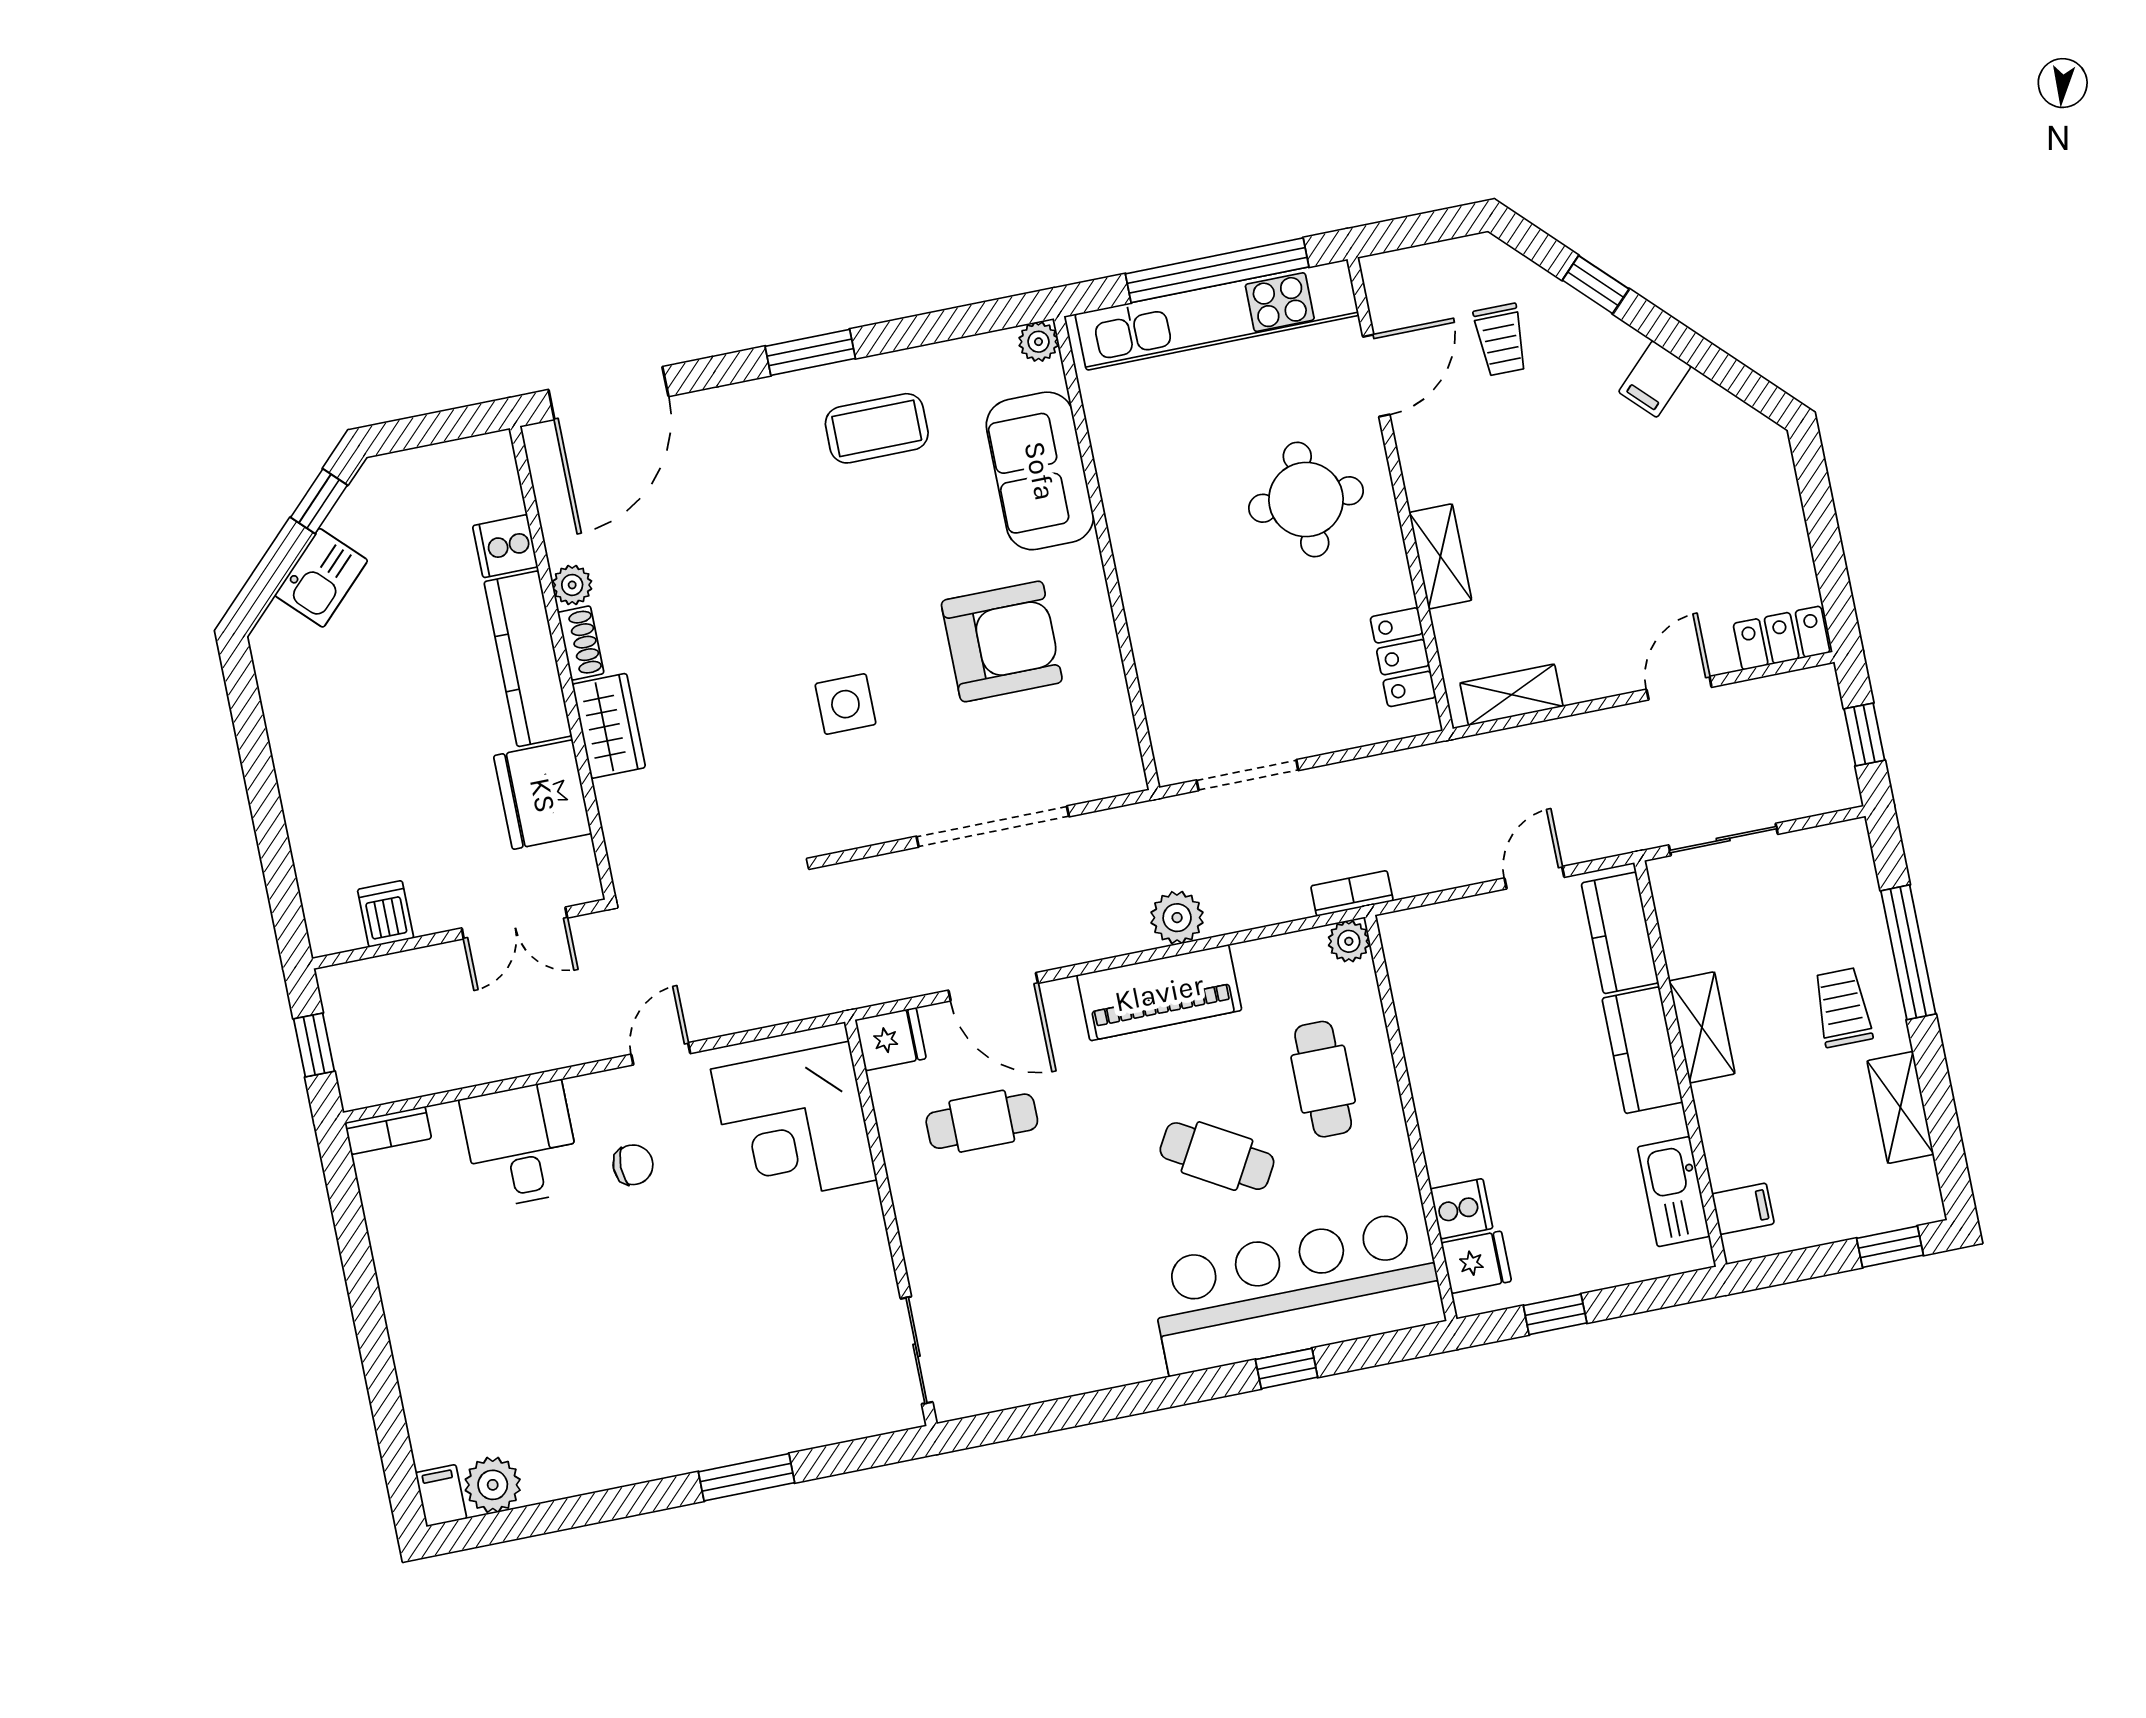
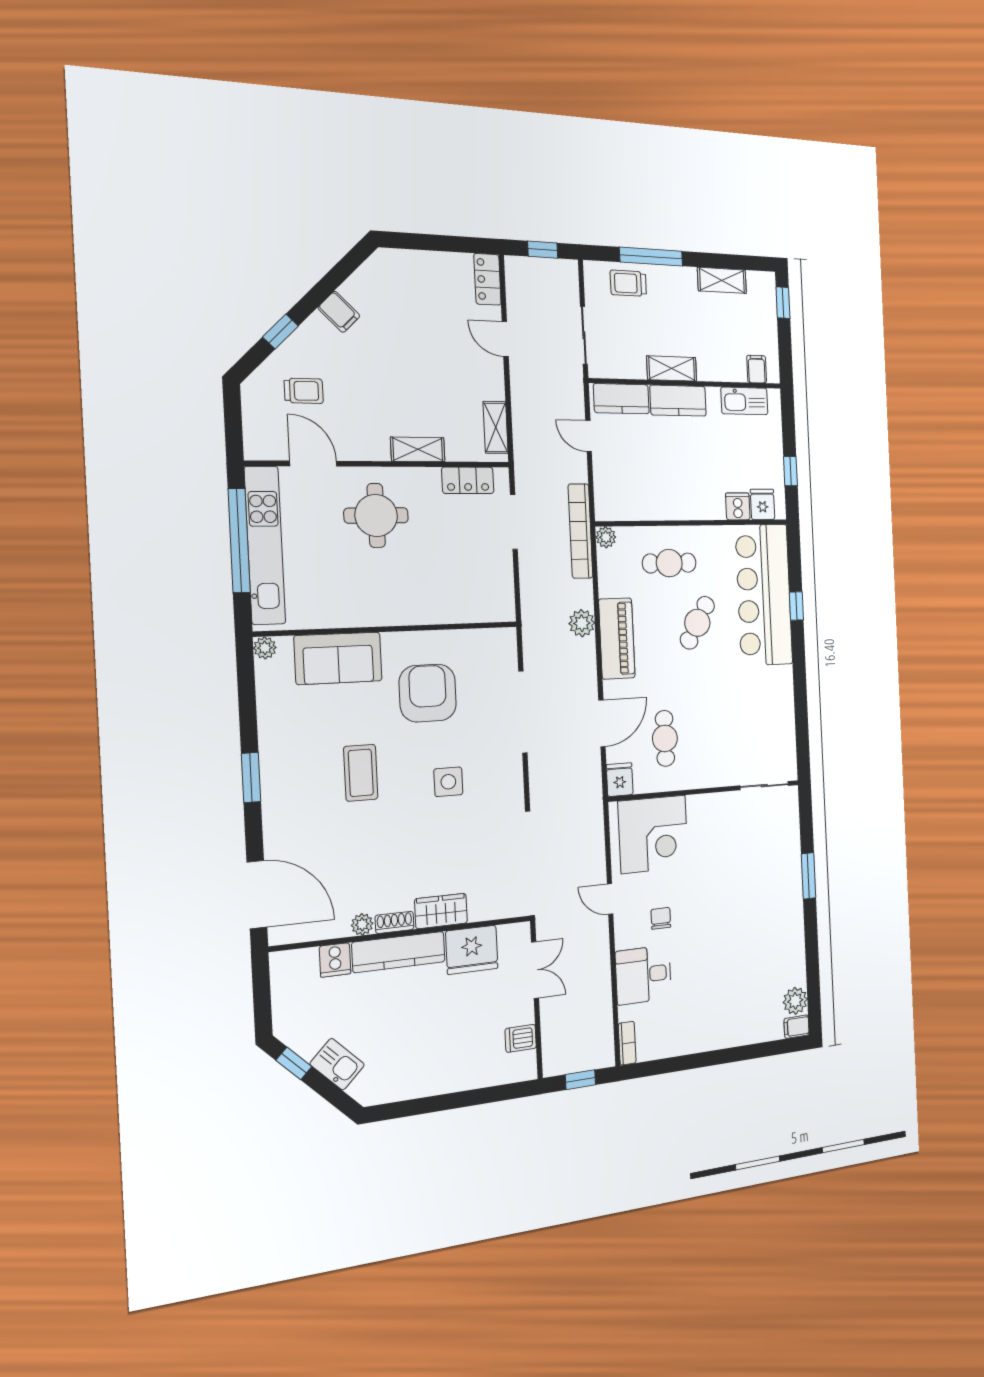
coffee table: (877, 428) -> (361, 773), moved
doorway: (1247, 775) -> (514, 522), moved
bookcase: (1352, 893) -> (580, 531), width x2.31, depth x1.31
trolley: (1843, 1007) -> (628, 283), moved

